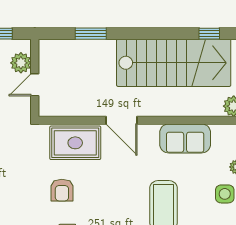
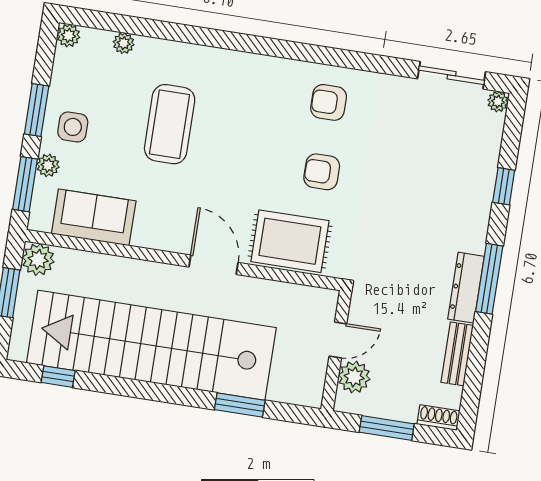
stairs: (174, 63) -> (151, 345), width x1.36
sofa: (185, 138) -> (94, 217), moved
armchair: (62, 190) -> (322, 172), turned -90

